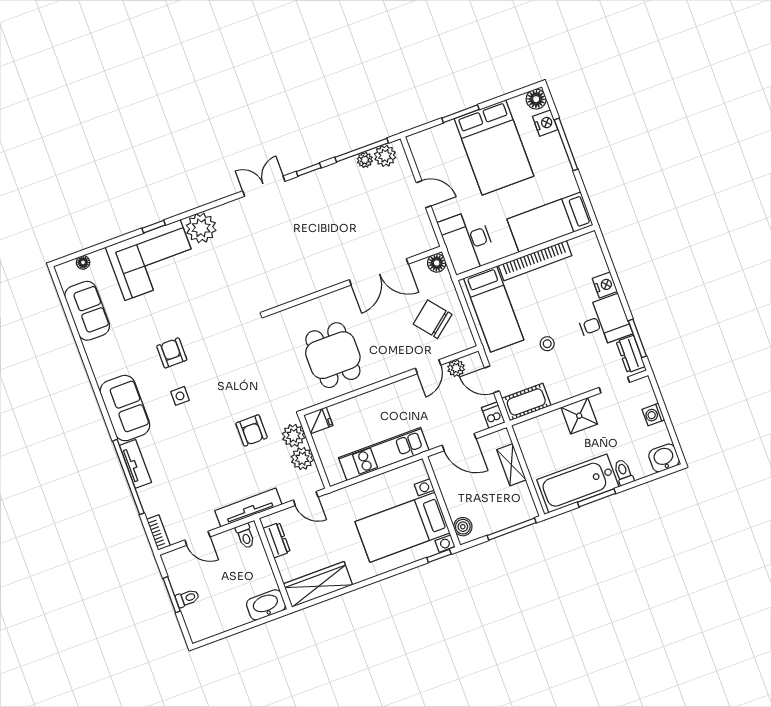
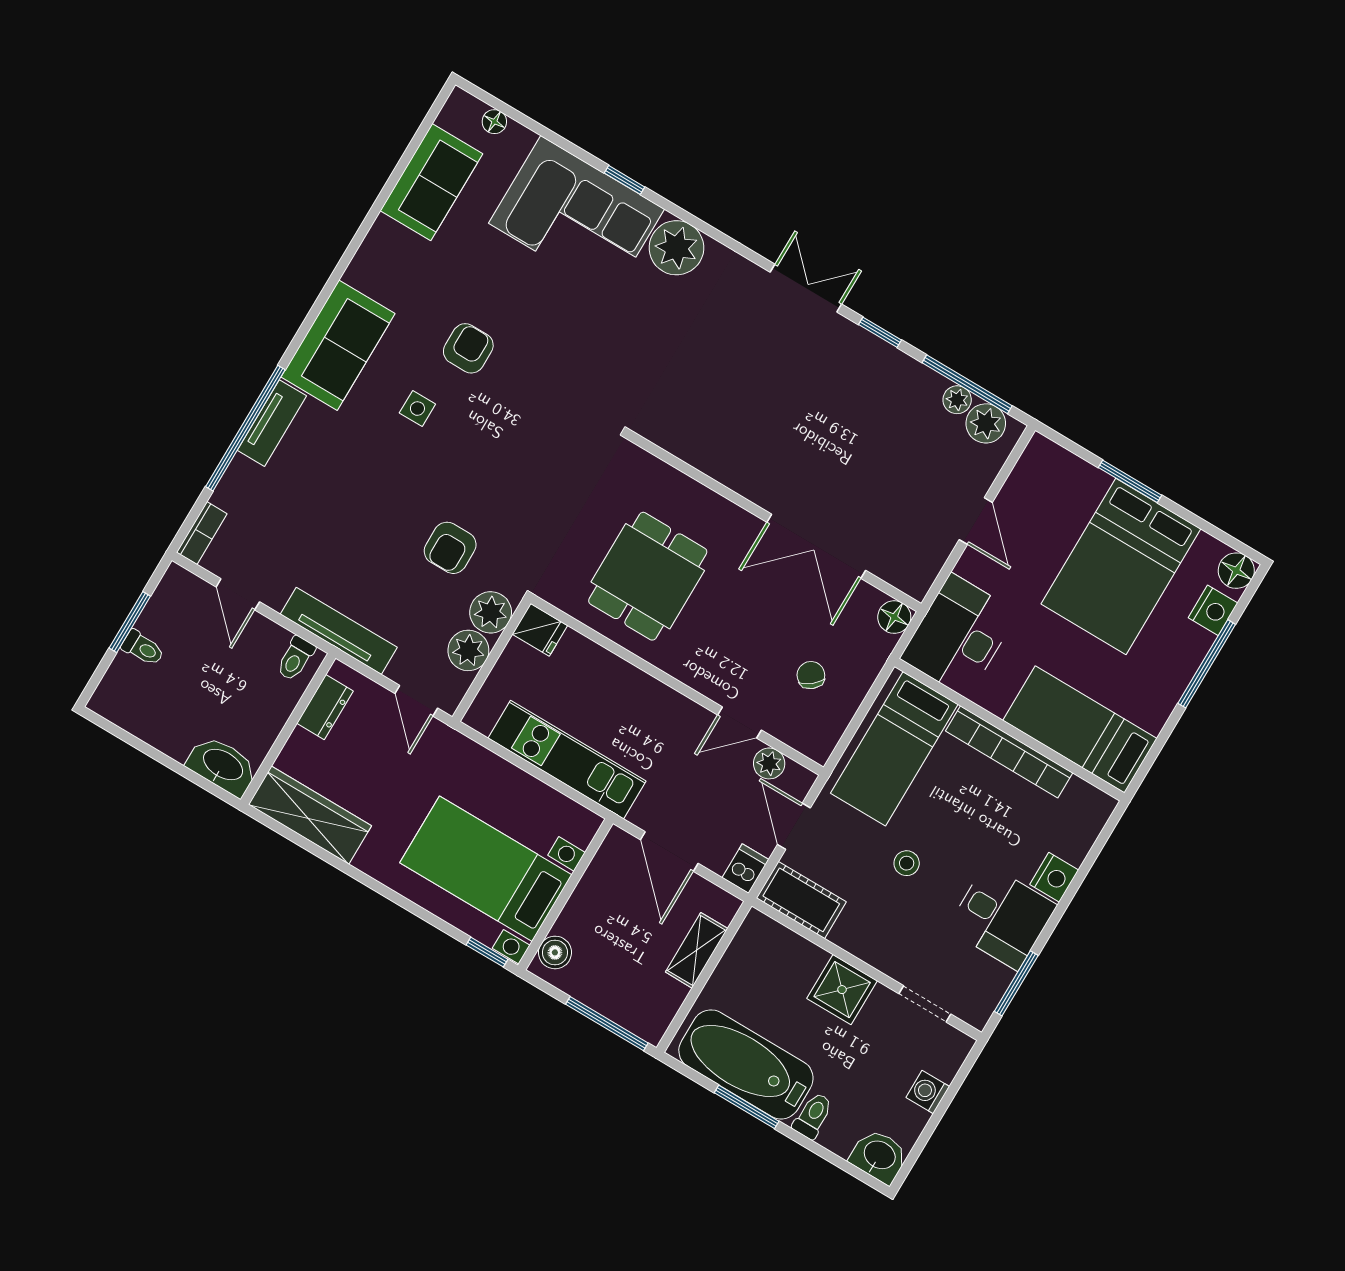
chair: (433, 319) -> (811, 675), width x0.54, depth x0.54
dresser: (631, 354) -> (987, 992), removed

